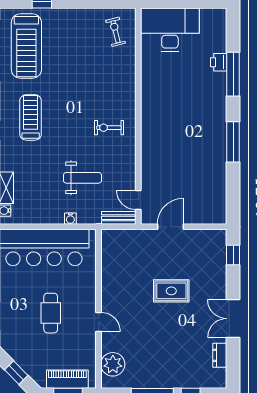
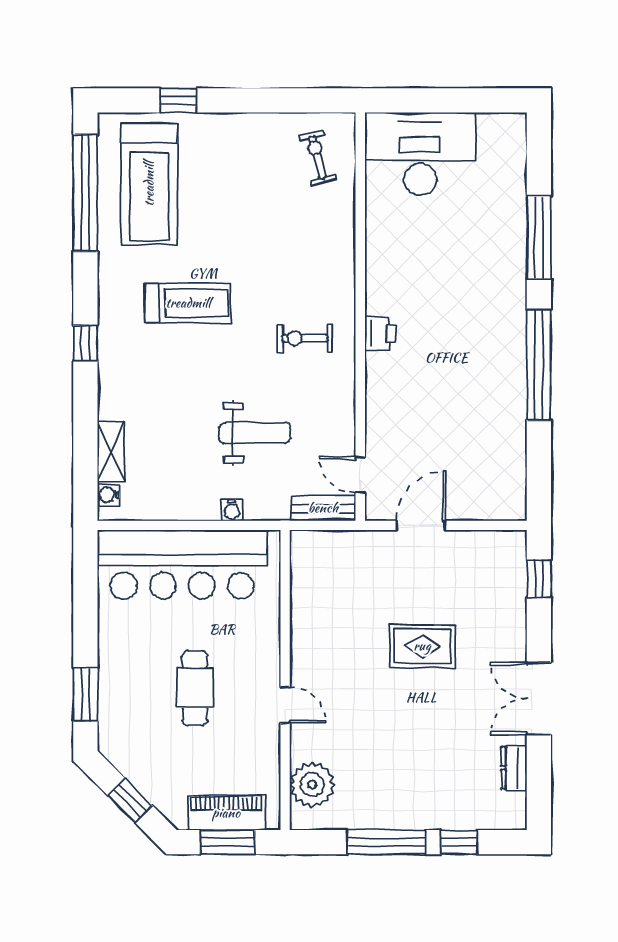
printer: (219, 62) -> (380, 334), moved, turned 180
treadmill: (31, 117) -> (188, 303), moved, turned 90
window: (233, 142) -> (539, 365), width x1.46

